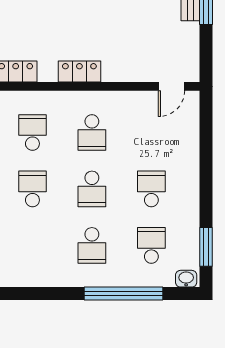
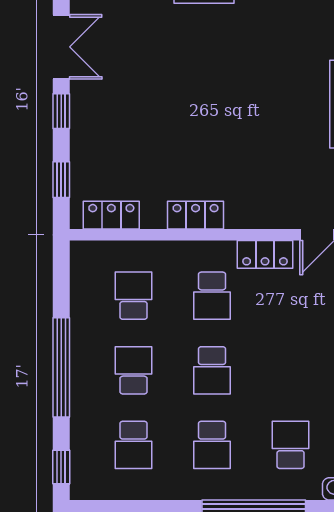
locker: (132, 101) -> (265, 254), added
school desk: (151, 189) -> (134, 445), moved, turned 180

